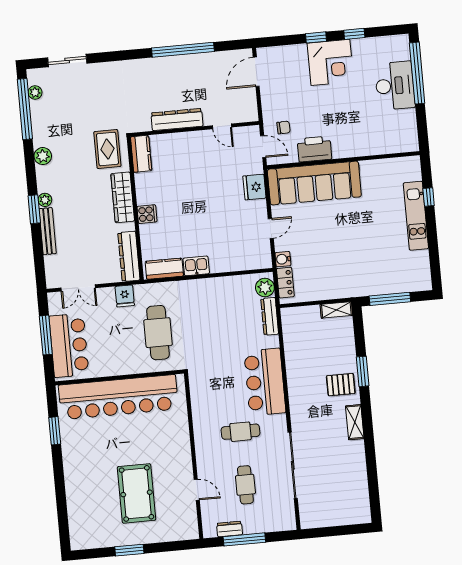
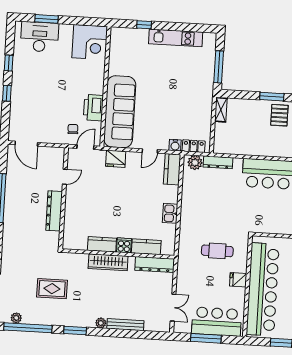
corner desk: (330, 62) -> (90, 42), moved, turned 90
window: (417, 73) -> (46, 19), width x0.47
desk: (395, 86) -> (40, 37), moved
rug: (107, 149) -> (52, 289), moved
kitchen counter: (141, 154) -> (102, 244), moved
plant: (43, 156) -> (67, 319), removed
window: (34, 209) -> (75, 331), moved
kitchen unit: (416, 216) -> (176, 38), moved
door: (271, 228) -> (150, 151), swing flipped
kitchen counter: (252, 260) -> (172, 169), added
kitchen counter: (164, 269) -> (146, 247), moved, turned 90
fridge: (125, 296) -> (238, 280), moved, turned 180
cafe table: (158, 333) -> (217, 251), width x0.73, depth x0.74

